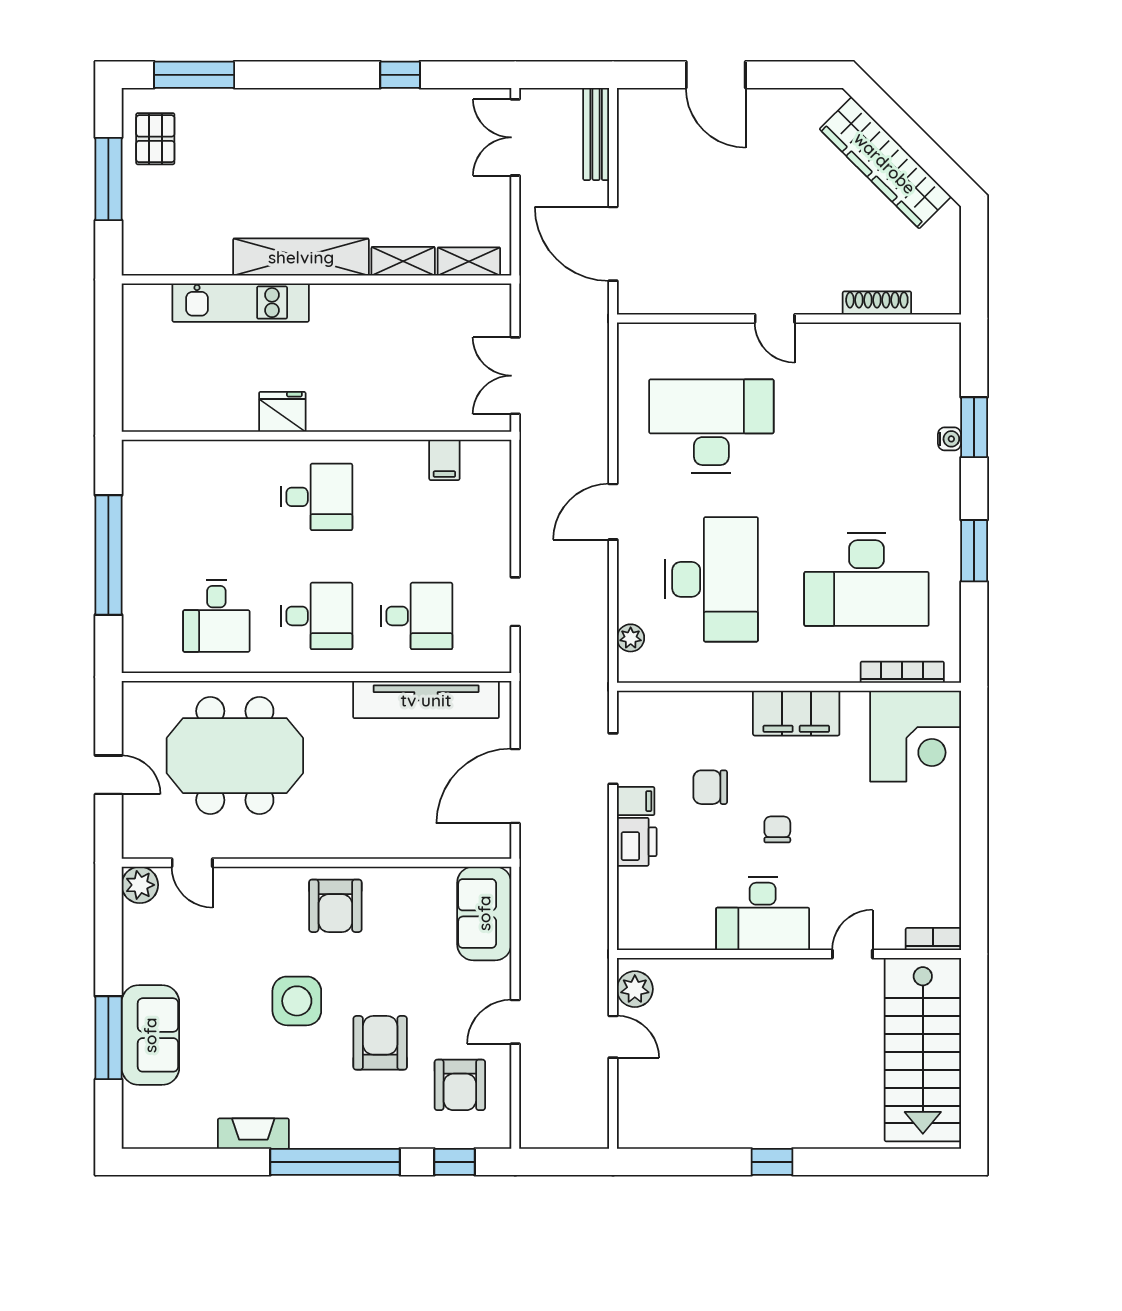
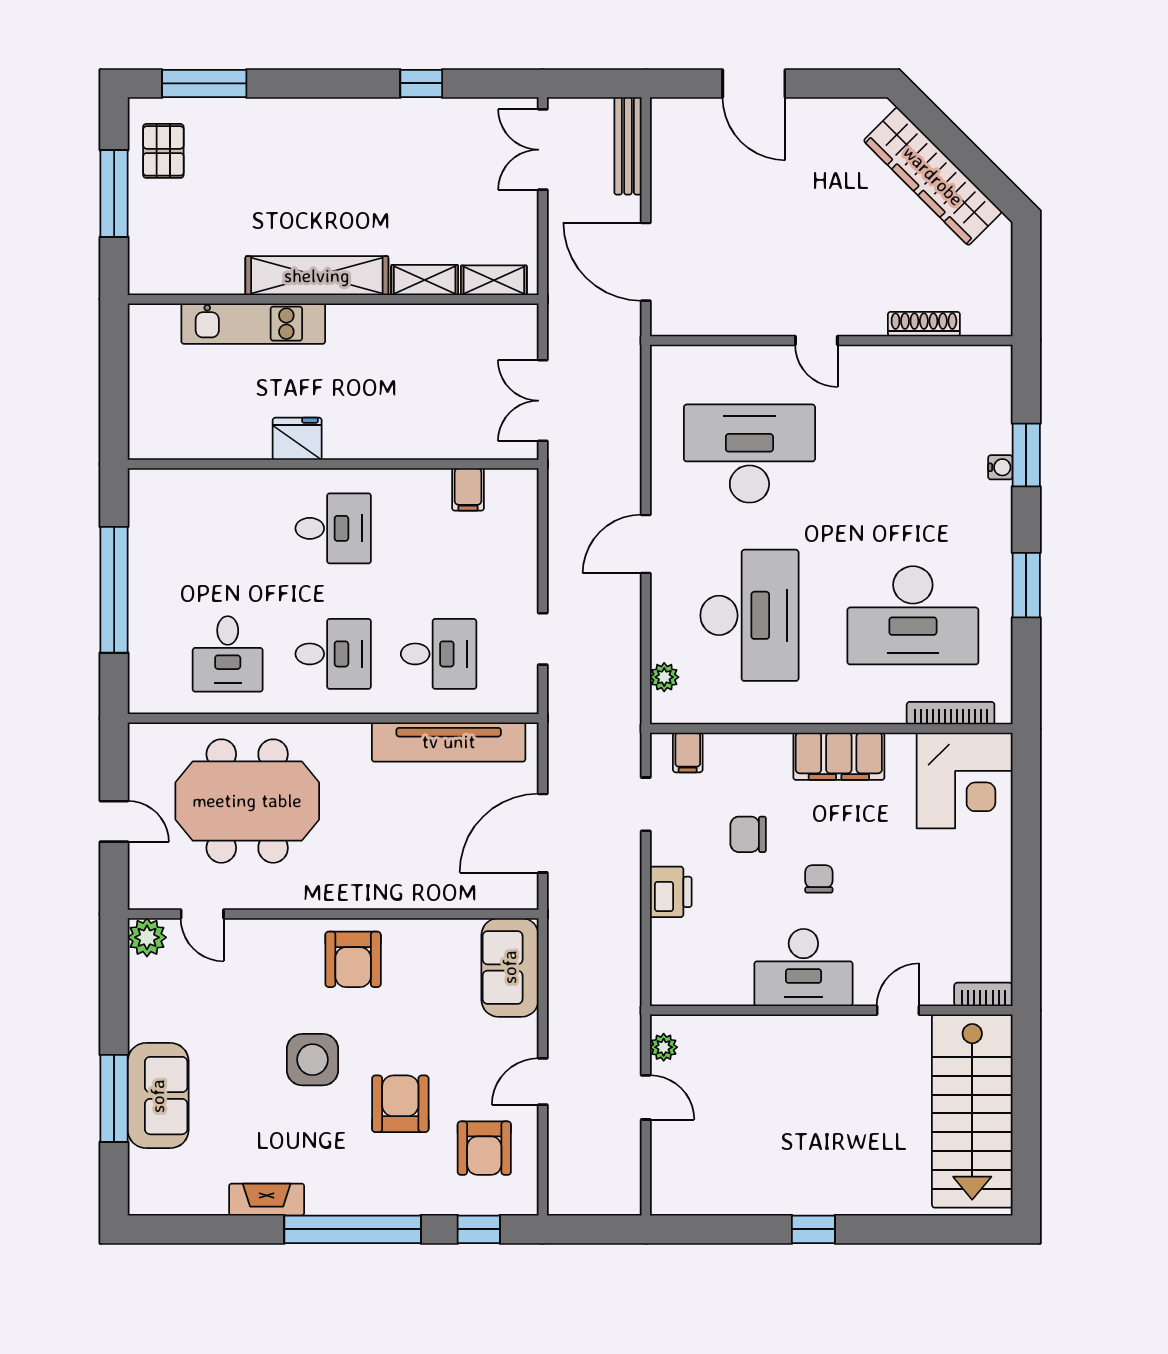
filing cabinet: (636, 801) -> (688, 752), moved, turned 90
plant: (635, 989) -> (664, 1047), width x0.73, depth x0.73

